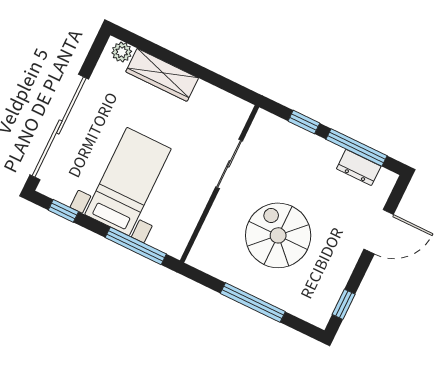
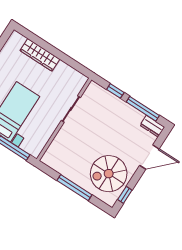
plant: (122, 52) -> (19, 39), removed
dresser: (359, 167) -> (152, 126), moved
spiral stairs: (278, 235) -> (109, 174), moved, turned -90

